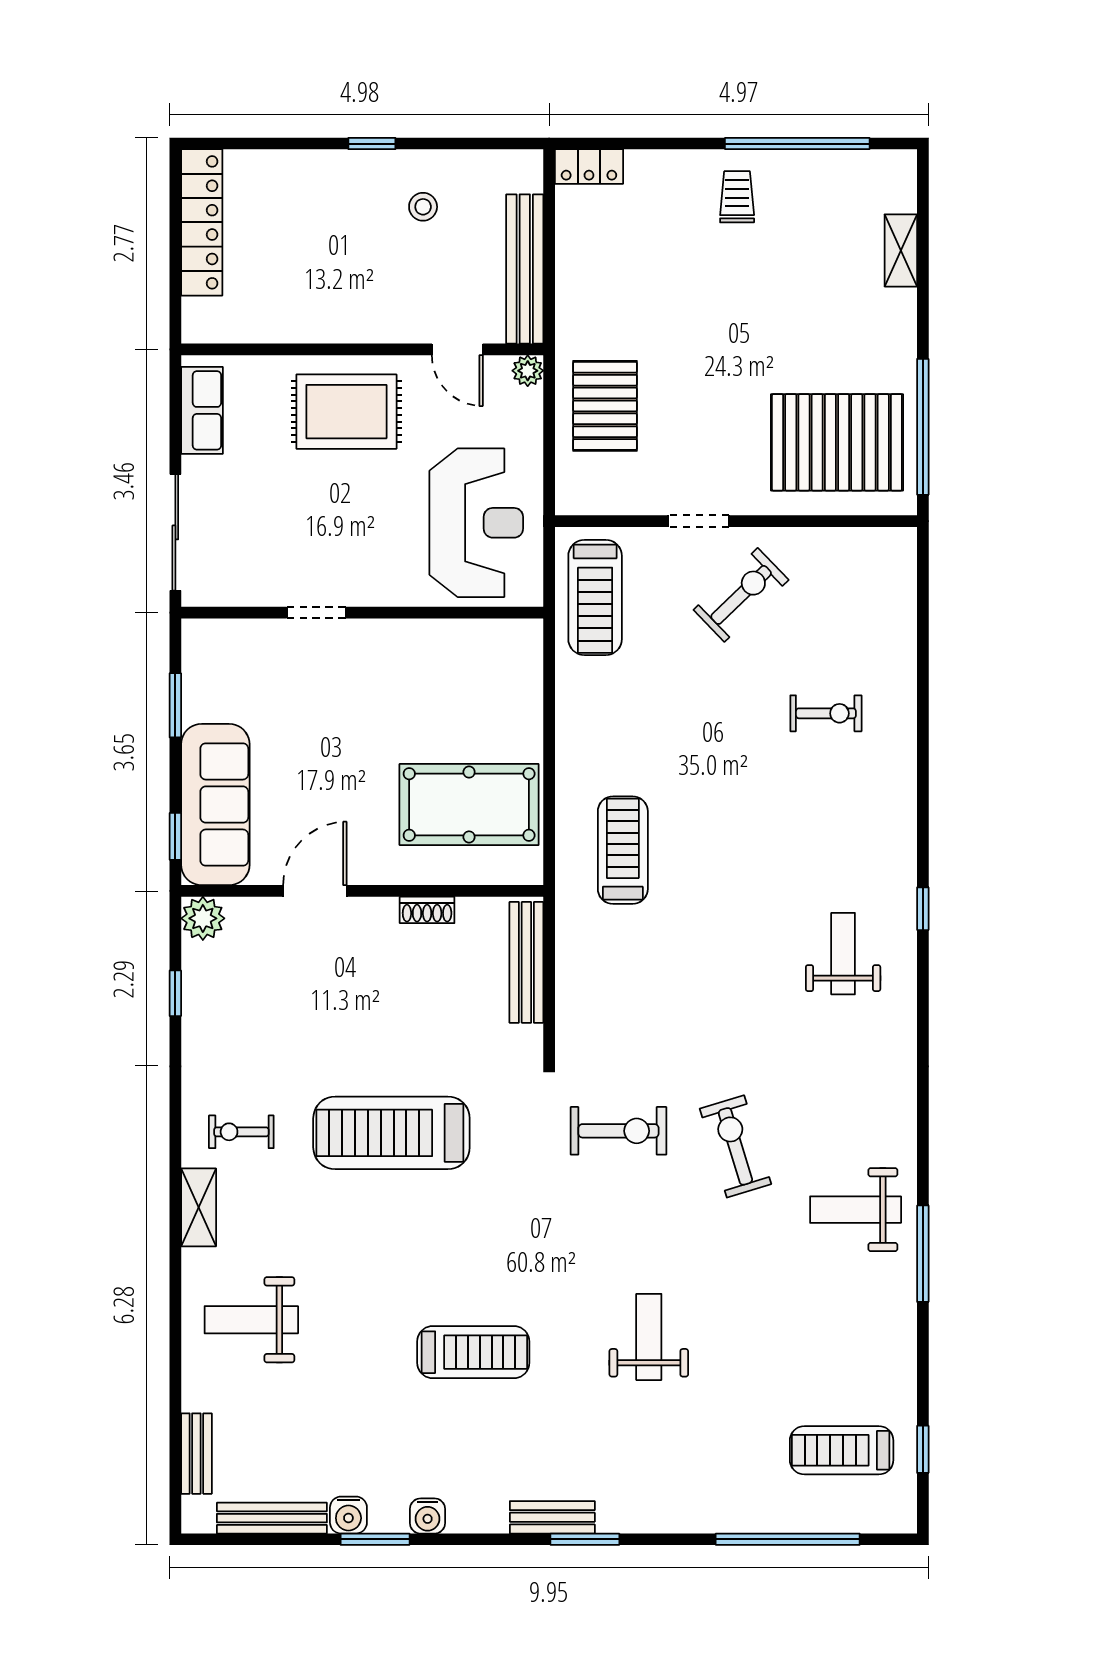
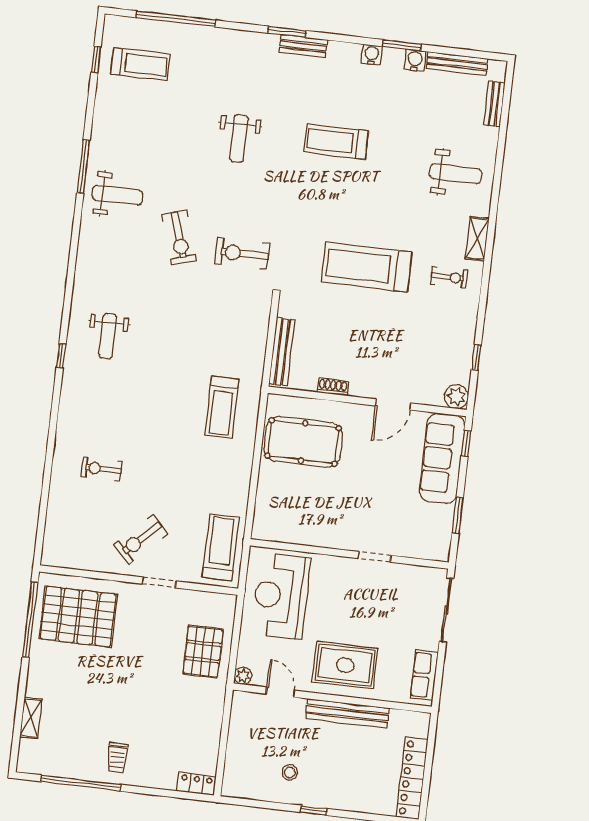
bench: (525, 269) -> (347, 713), moved, turned 90
treadmill: (391, 1133) -> (367, 267), turned 180

